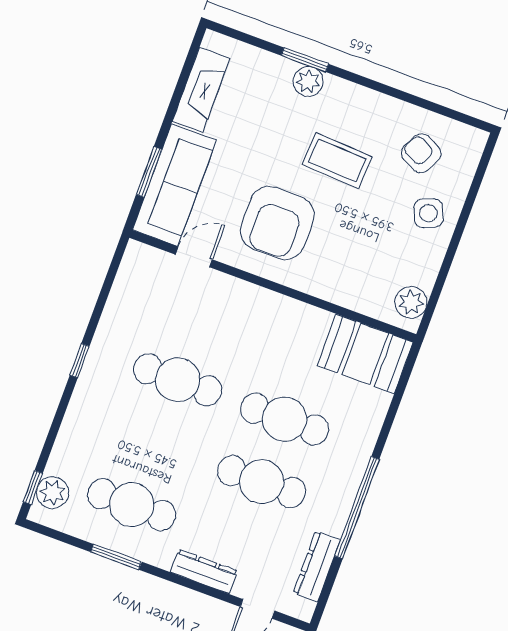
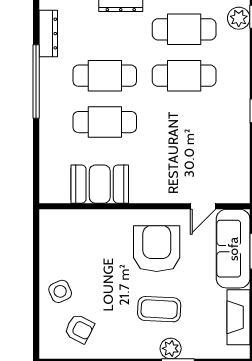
coffee table: (337, 161) -> (159, 309), moved
plant: (411, 302) -> (50, 229), removed
booth: (365, 354) -> (100, 184), moved
cafe table: (178, 380) -> (184, 76), moved

